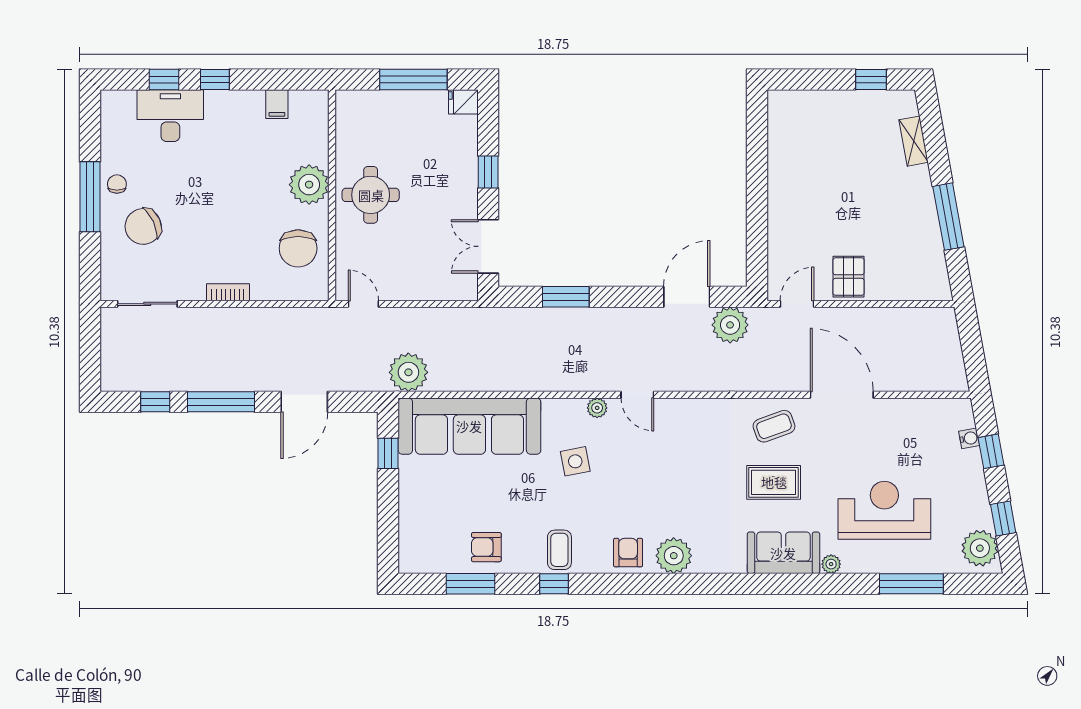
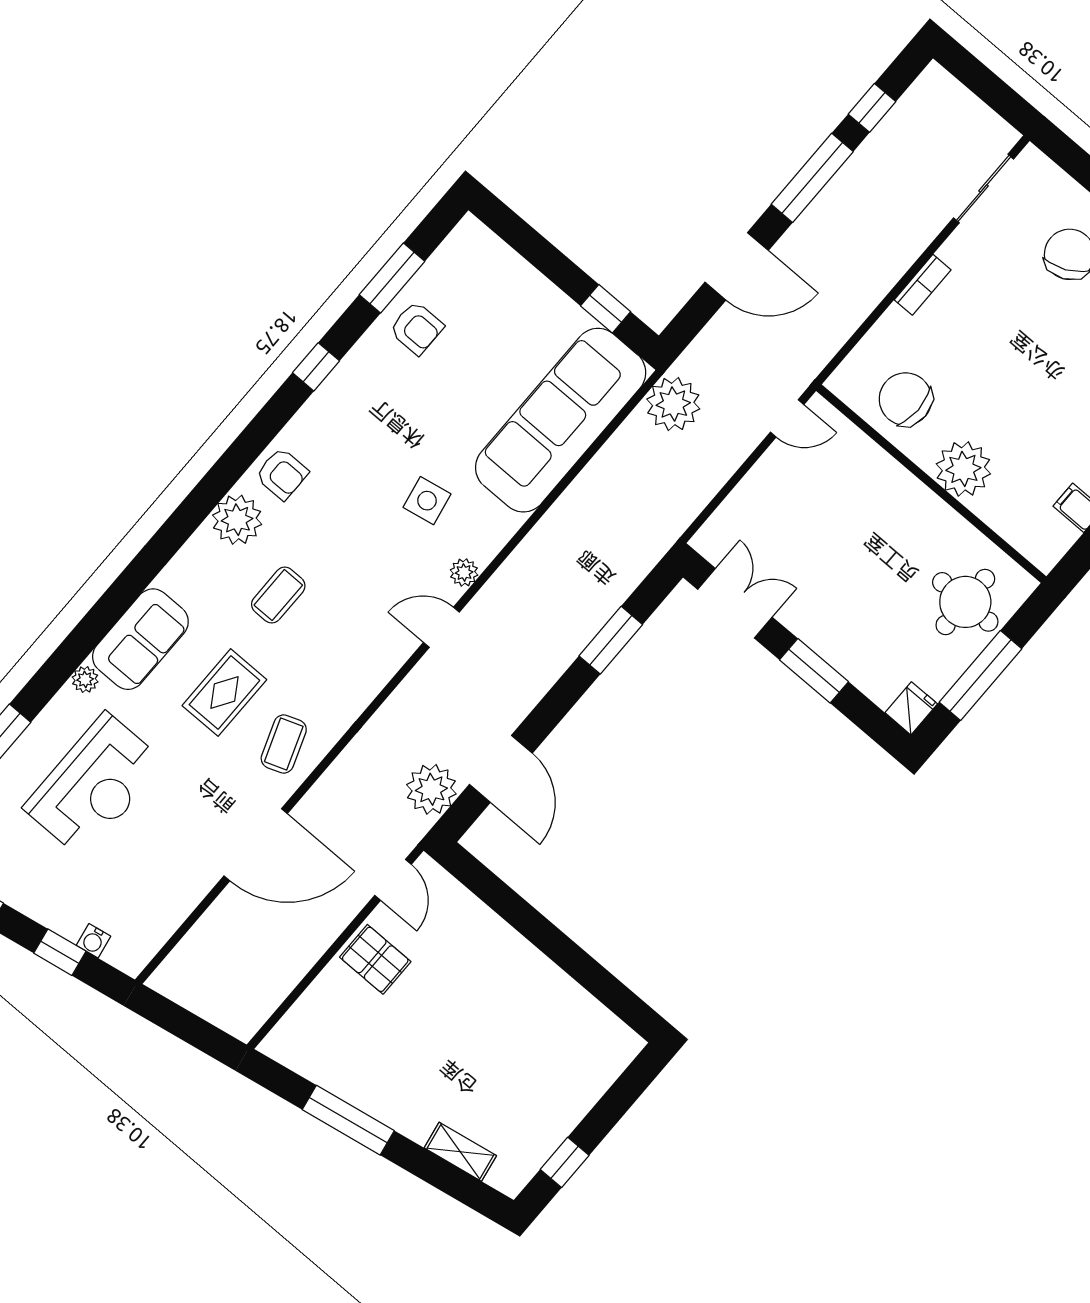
window: (488, 172) -> (814, 671), width x1.50
round table: (371, 195) -> (965, 602), moved
door: (304, 402) -> (737, 266), swing flipped
armchair: (486, 547) -> (417, 328), turned 90
coffee table: (559, 550) -> (278, 595), moved, turned 90

